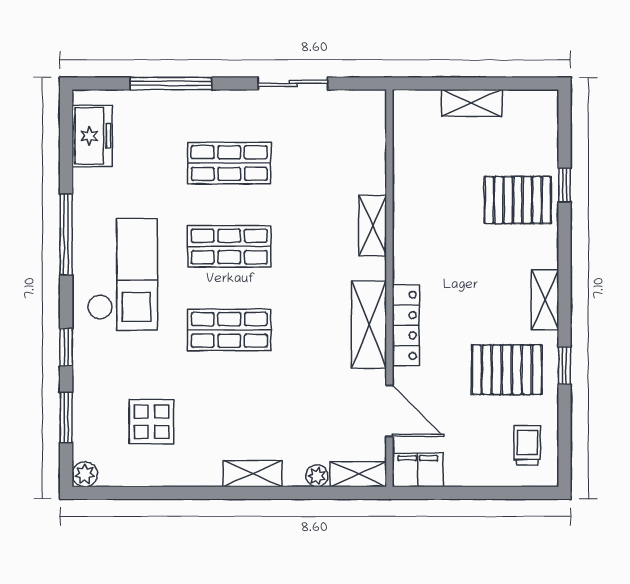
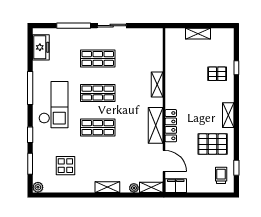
sliding door: (293, 83) -> (112, 26), moved
pallet: (518, 200) -> (217, 74), width x0.67, depth x0.71
window: (564, 365) -> (236, 168), moved

